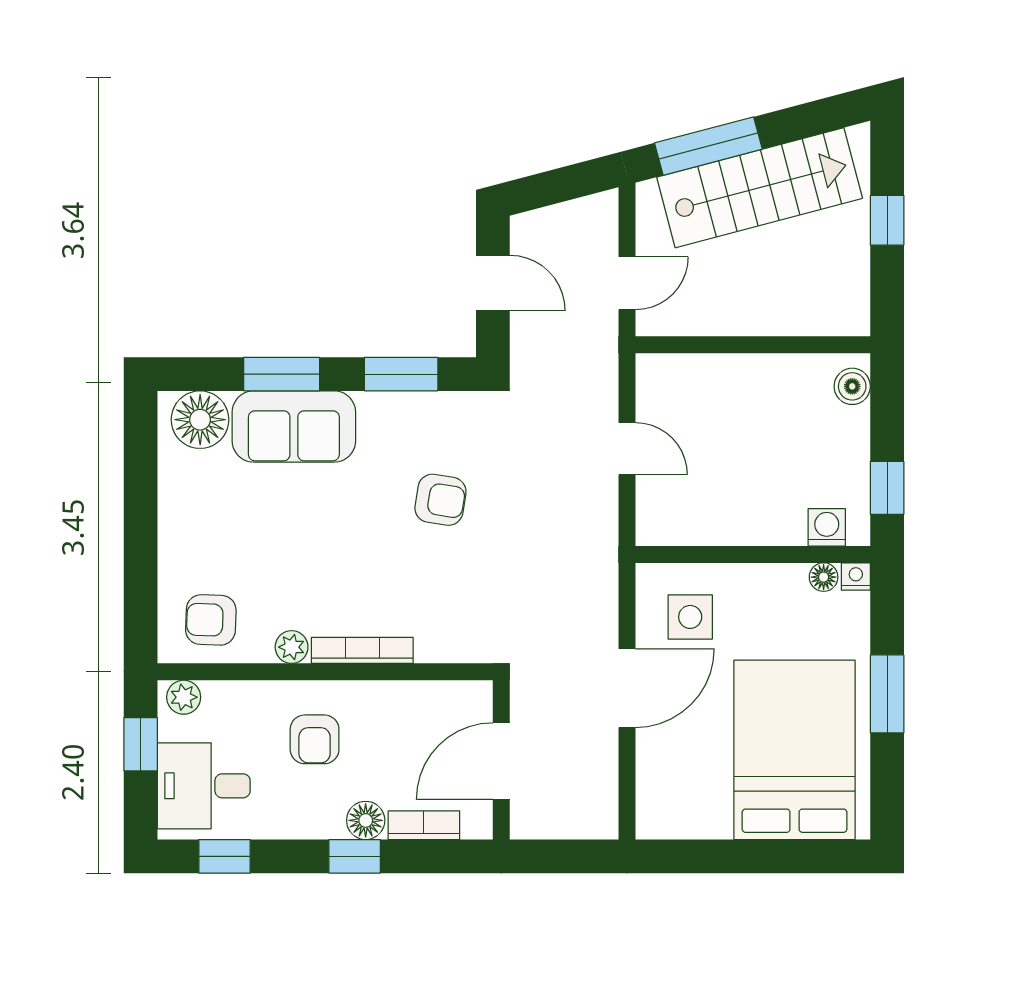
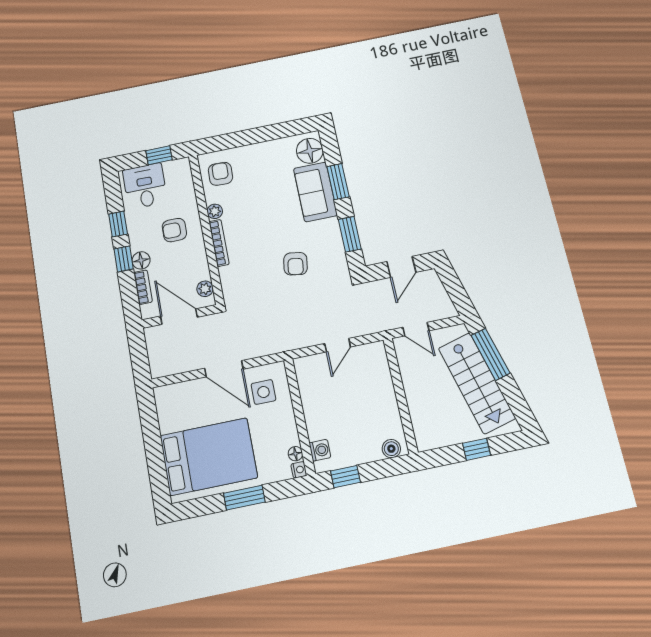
plant: (184, 697) -> (205, 289), moved
window: (225, 856) -> (118, 224), moved

